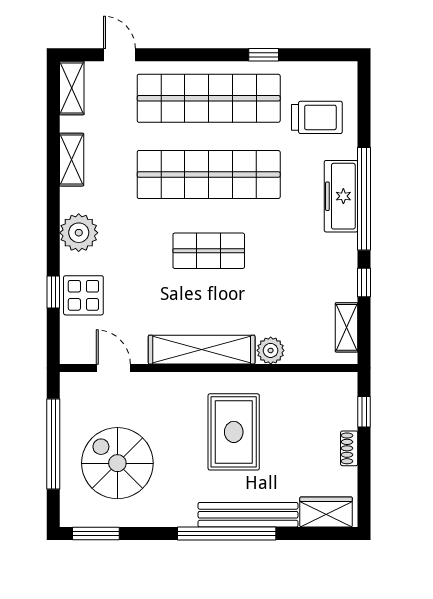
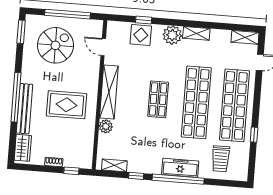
shelving: (72, 160) -> (196, 33), moved
door: (113, 368) -> (103, 47), swing flipped

